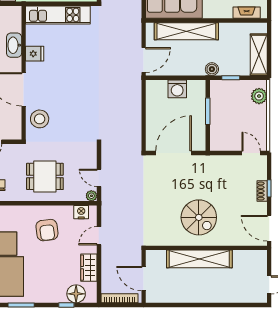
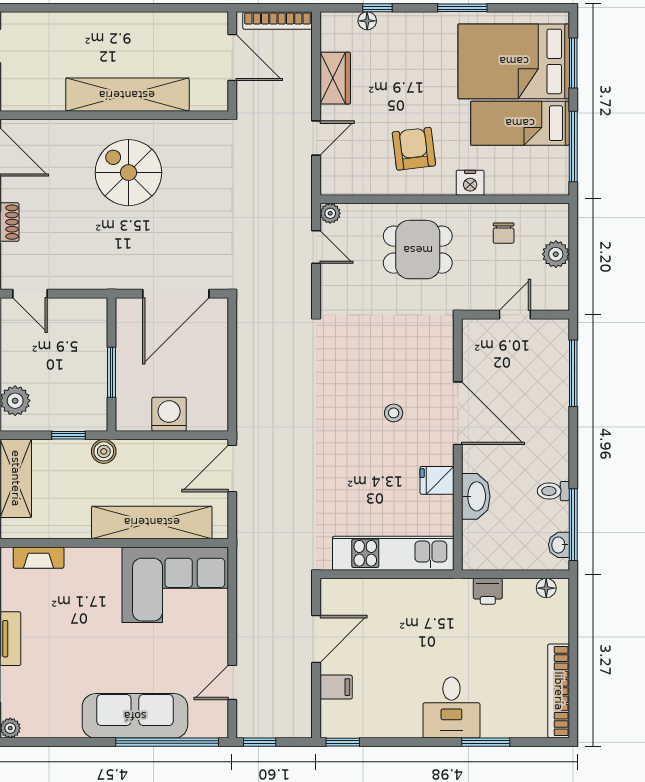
stool: (40, 119) -> (394, 413), moved, width x0.53, depth x0.53
nightstand: (81, 212) -> (470, 183), moved
floor lamp: (76, 294) -> (367, 21), width x0.53, depth x0.53

